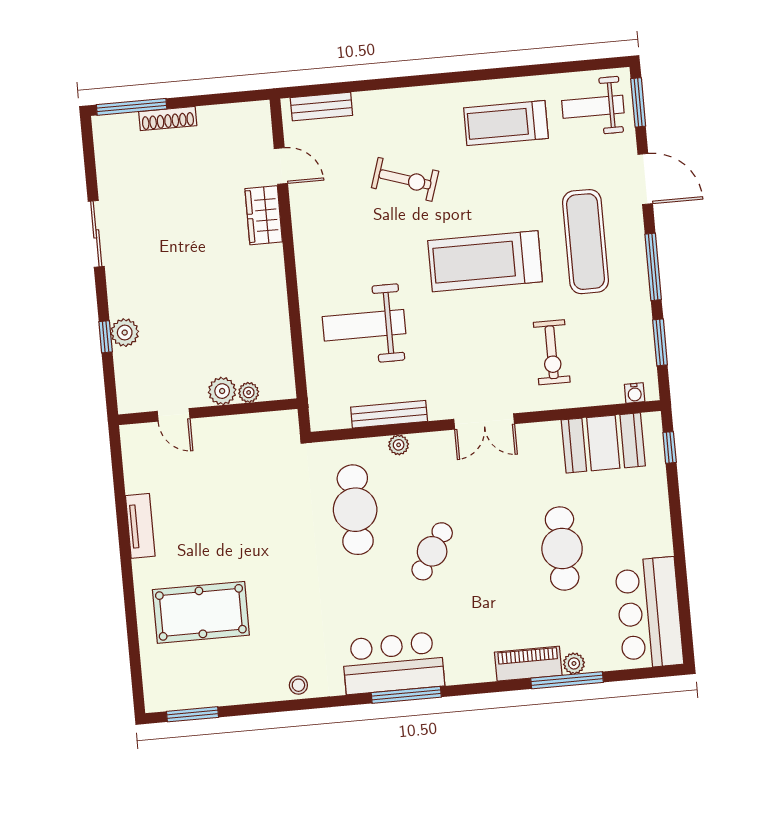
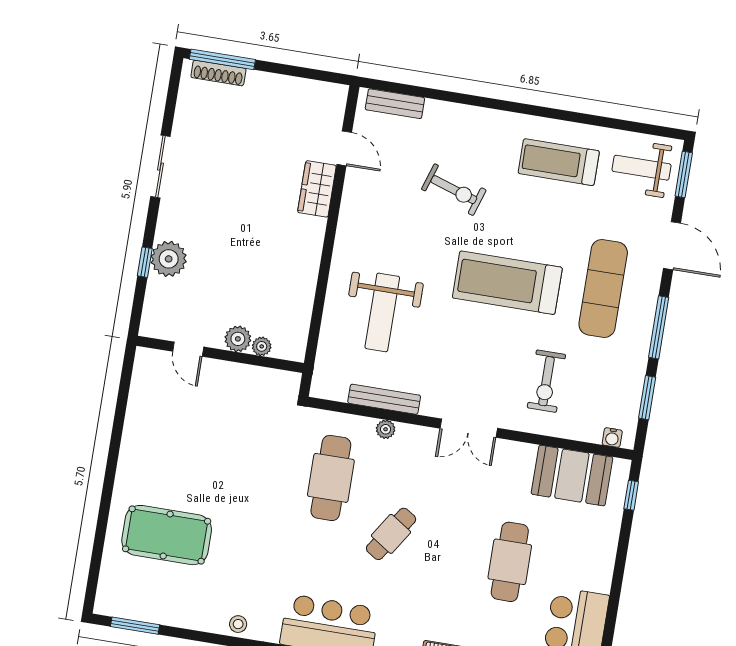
shoe rack: (168, 119) -> (218, 73), moved
weight bench: (364, 325) -> (382, 312), turned -90
plant: (125, 333) -> (169, 259), width x1.36, depth x1.36
tv unit: (140, 526) -> (132, 442), removed

